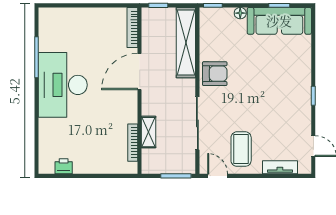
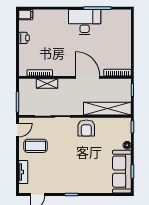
desk: (63, 85) -> (85, 22), width x0.73, depth x0.77
filing cabinet: (46, 164) -> (26, 15), added
printer: (64, 166) -> (24, 38), moved

